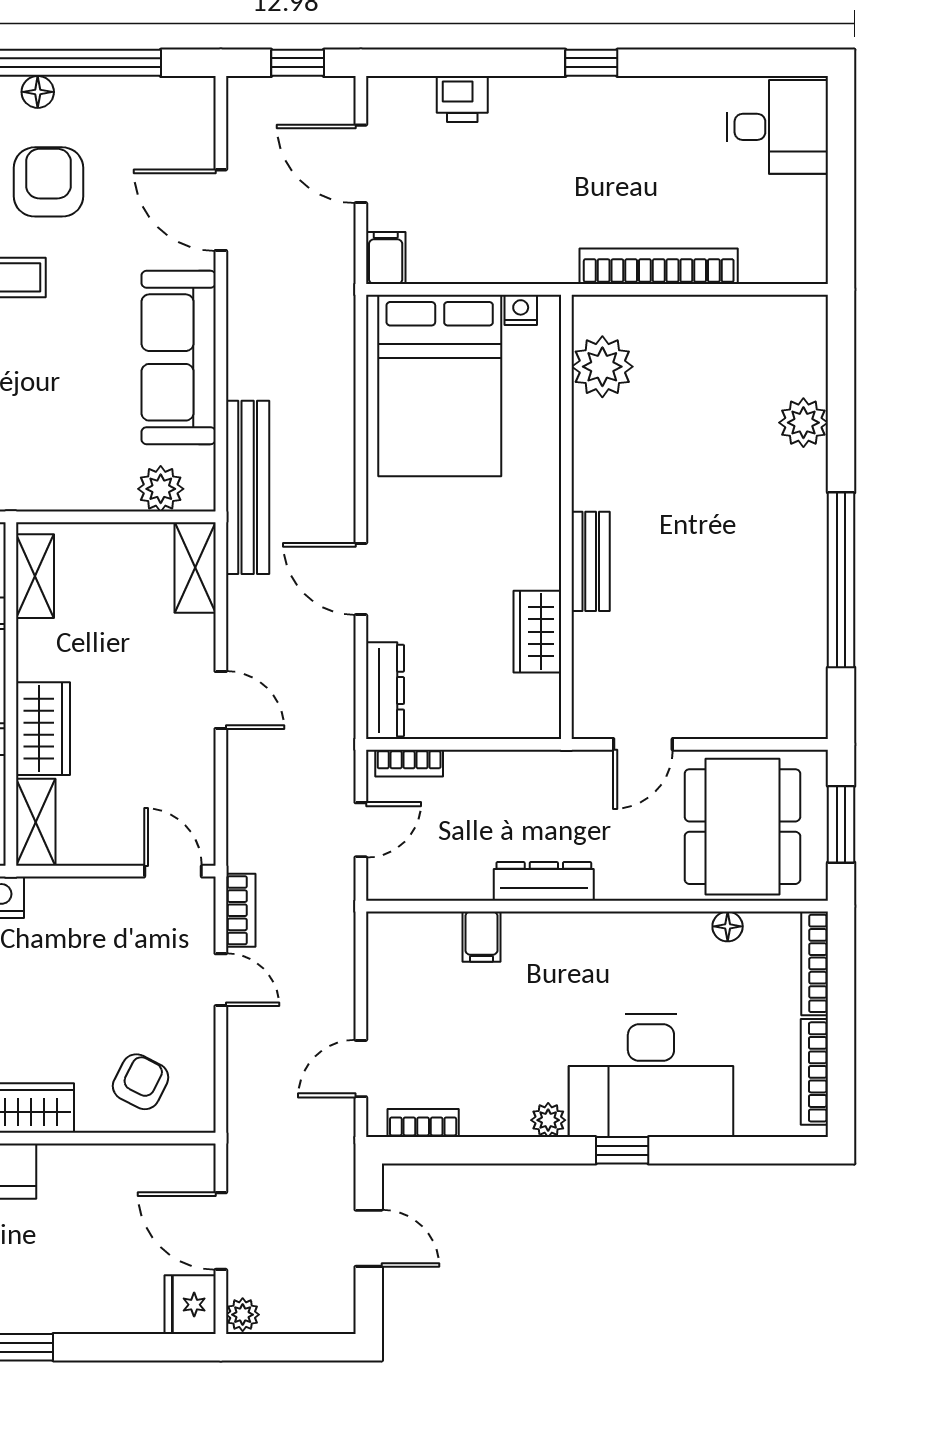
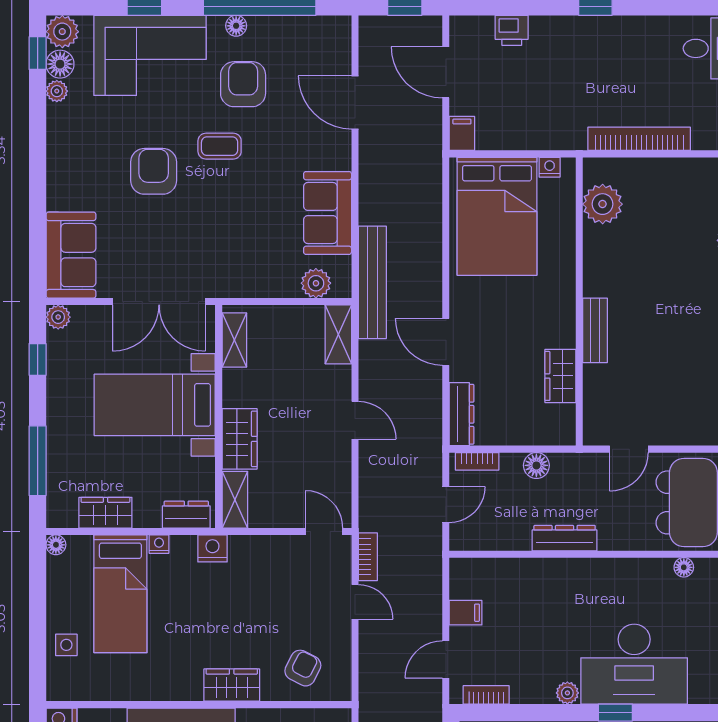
sofa: (179, 357) -> (328, 213), width x0.73
floor lamp: (500, 770) -> (536, 465), added
filing cabinet: (481, 937) -> (466, 613), moved, turned -90

